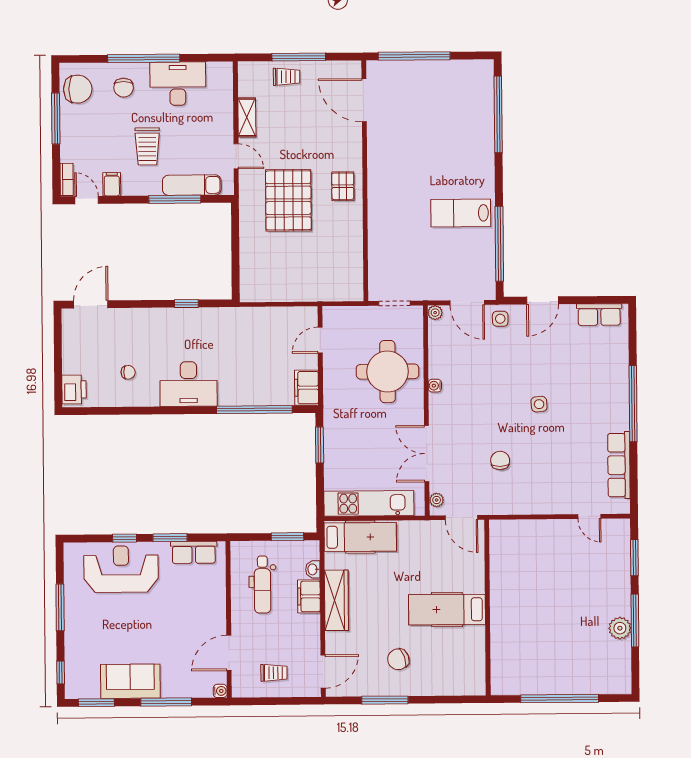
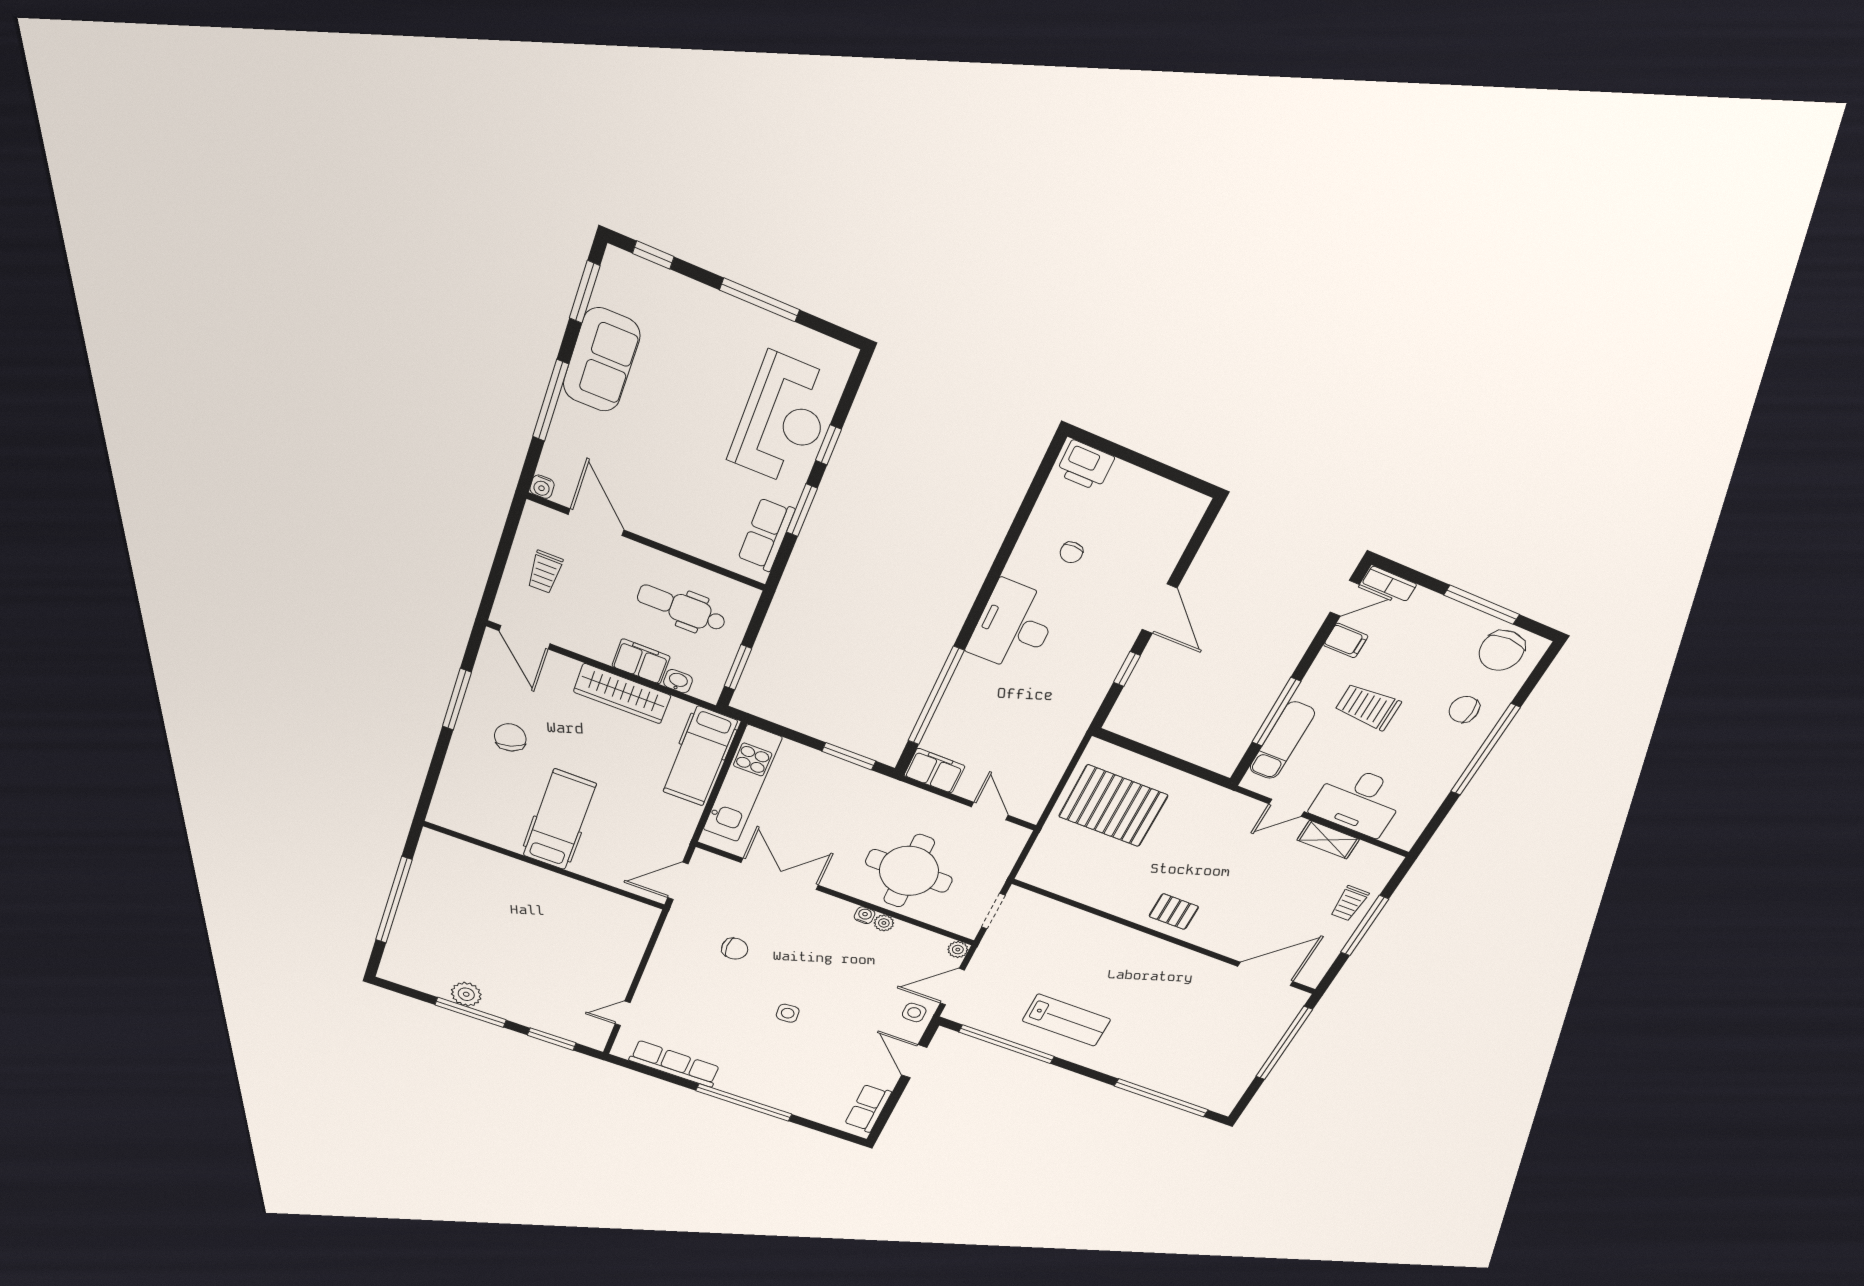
desk: (178, 84) -> (1359, 801), moved, turned 90
pallet: (288, 200) -> (1113, 806), moved
lab bench: (461, 213) -> (1066, 1020), turned 90
door: (91, 304) -> (1160, 609), moved
plant: (437, 500) -> (884, 923), moved

